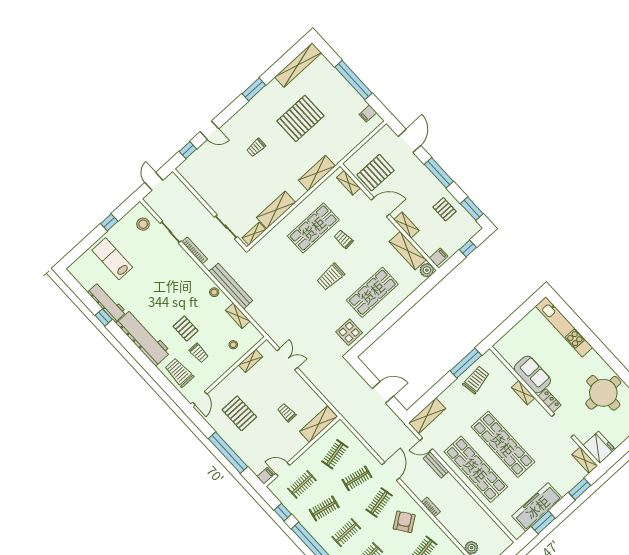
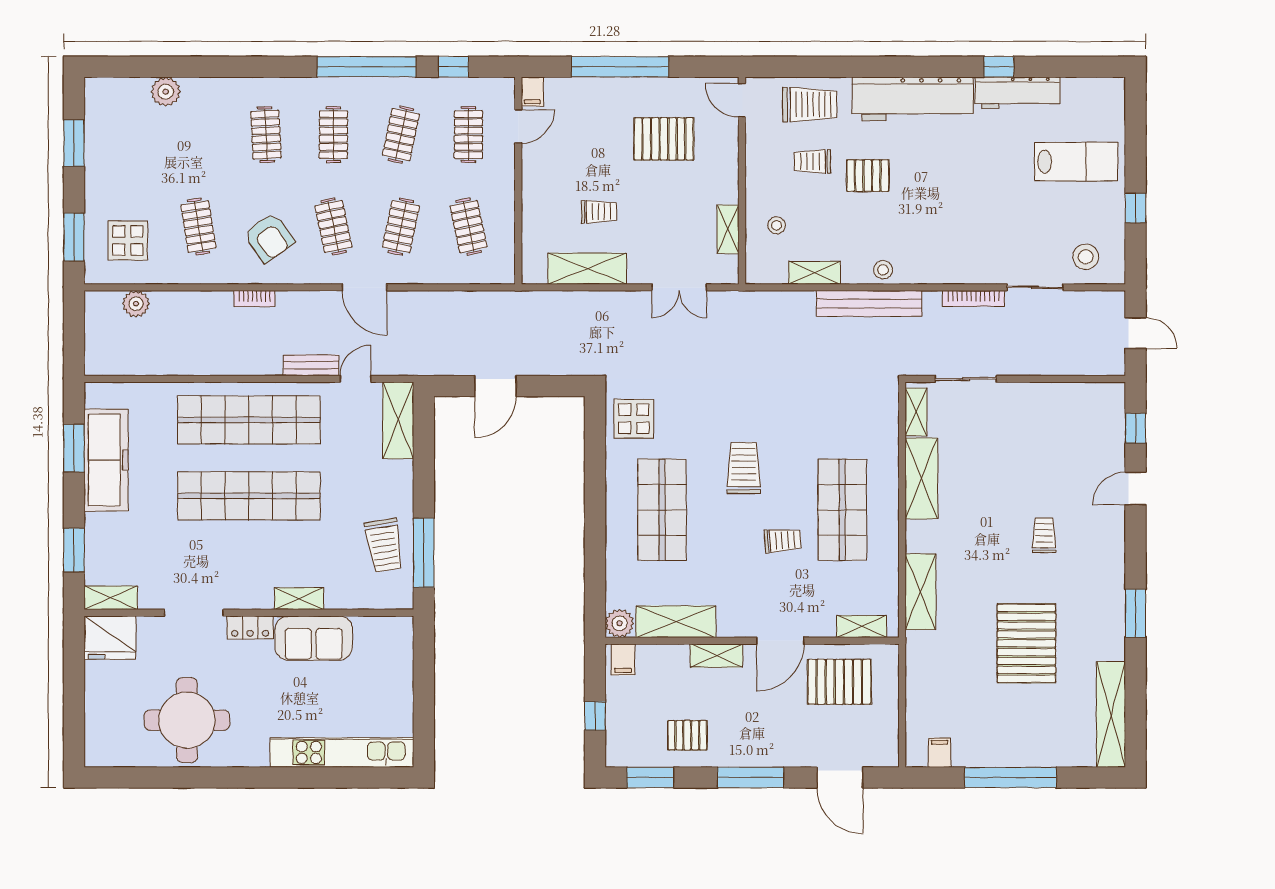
pallet: (376, 173) -> (839, 682), turned 90
shelving: (318, 424) -> (587, 269), moved, turned 90

